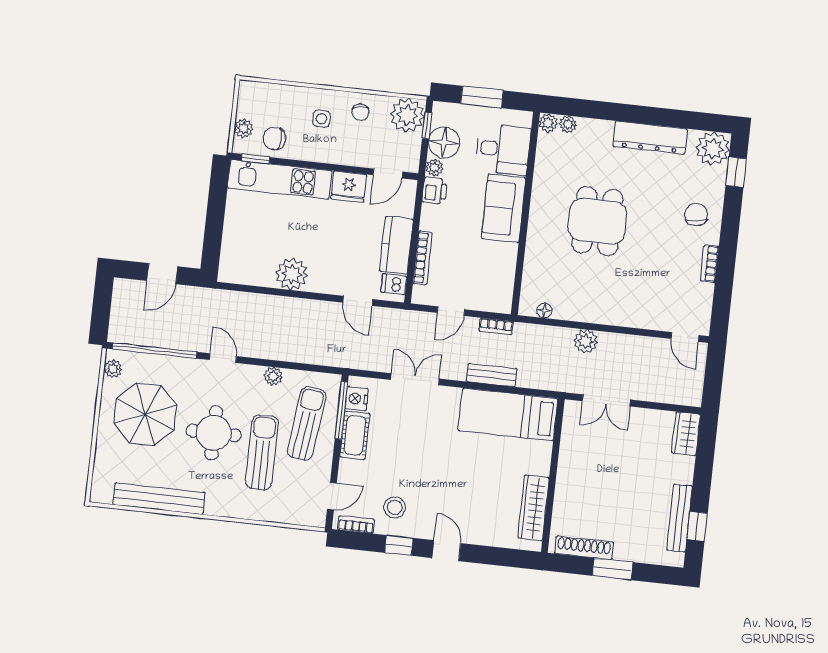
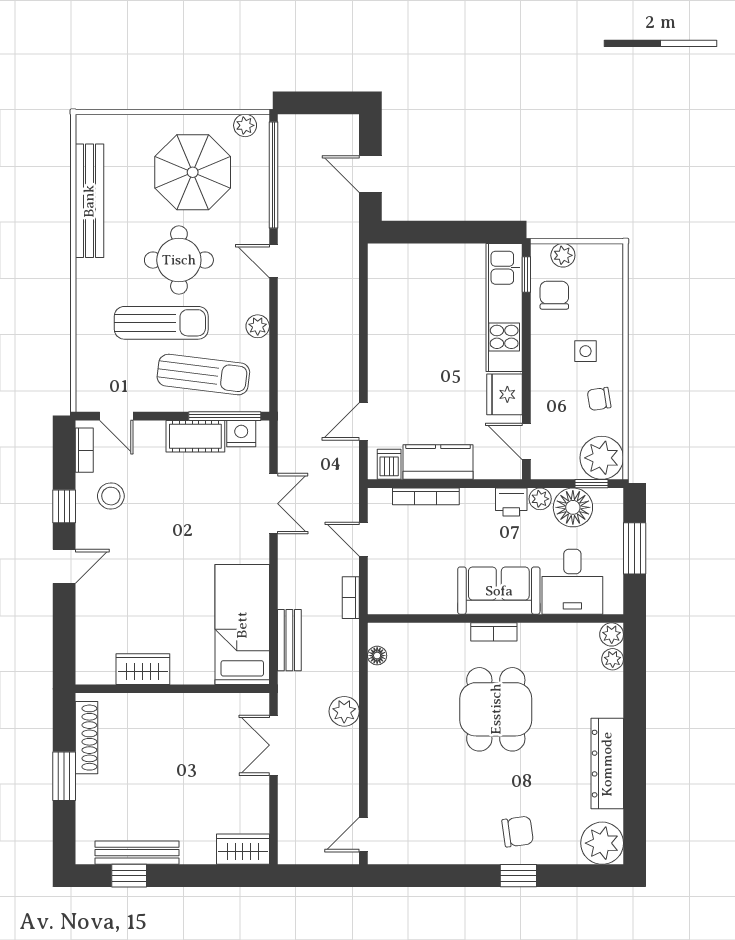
window: (736, 172) -> (518, 876), moved
dining table: (597, 221) -> (496, 709), turned 90
bookcase: (710, 264) -> (494, 632), moved, turned 180
plant: (292, 274) -> (388, 336), removed
door: (223, 358) -> (273, 261), swing flipped
bench: (492, 375) -> (289, 640), moved
wardrobe: (533, 508) -> (143, 669), width x0.67

